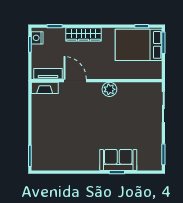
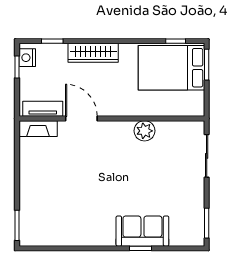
plant: (109, 89) -> (144, 131), moved

